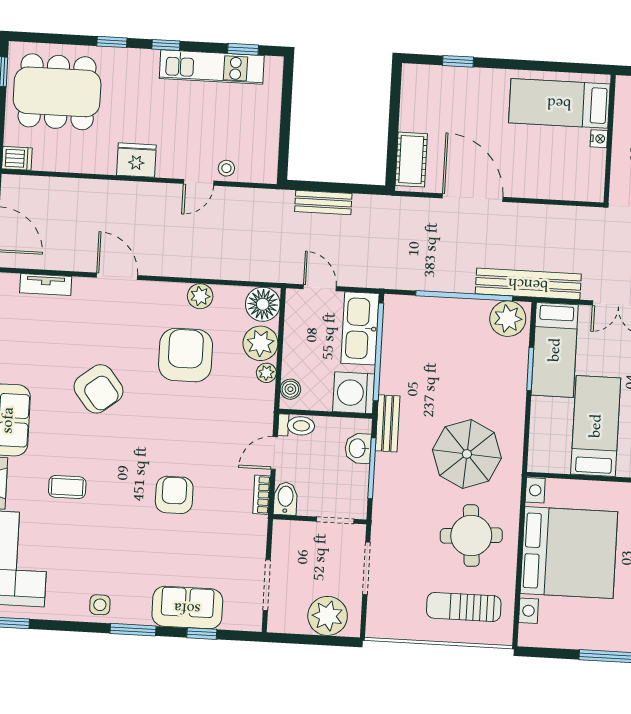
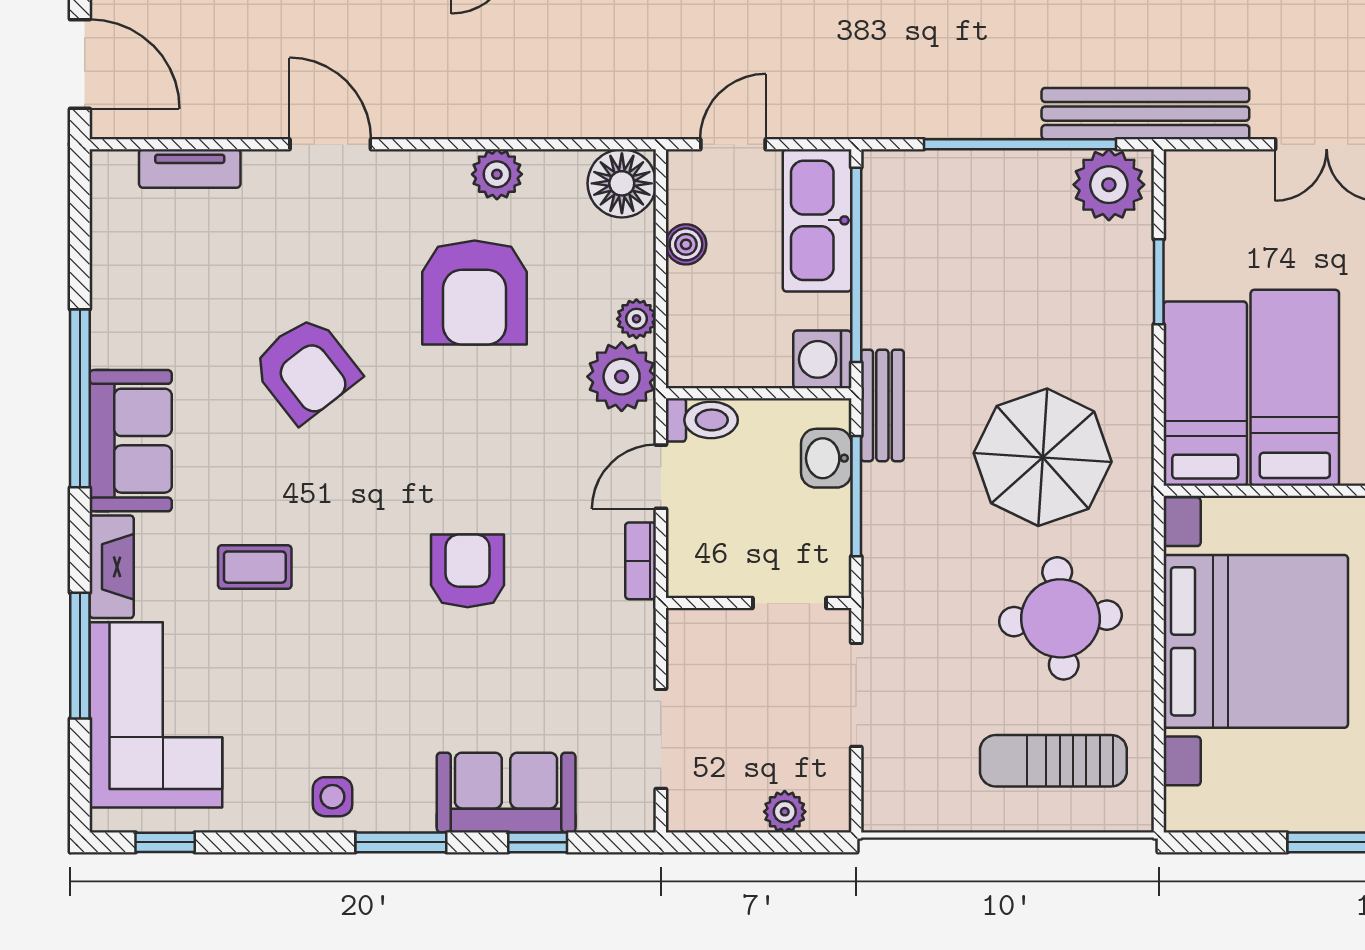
door: (320, 288) -> (733, 144), hinge flipped
plant: (260, 343) -> (622, 377), moved
bed: (555, 350) -> (1205, 394), moved, turned 180
armchair: (186, 355) -> (475, 293), turned 180
boiler: (290, 389) -> (686, 244), moved
washing machine: (354, 393) -> (822, 359), width x0.73, depth x0.73
bidet: (285, 499) -> (688, 566), removed
plant: (328, 616) -> (785, 812), width x0.53, depth x0.53

